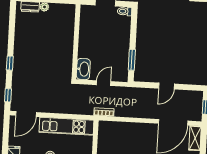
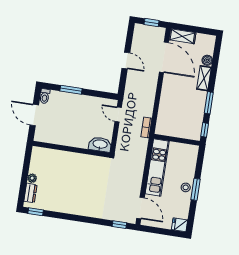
window: (132, 60) -> (71, 90), moved
window: (10, 63) -> (36, 212), moved
door: (104, 83) -> (118, 115), moved

